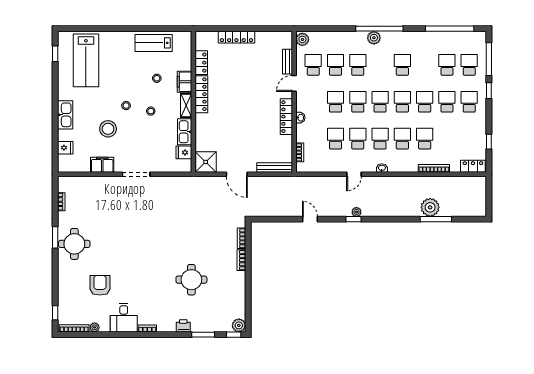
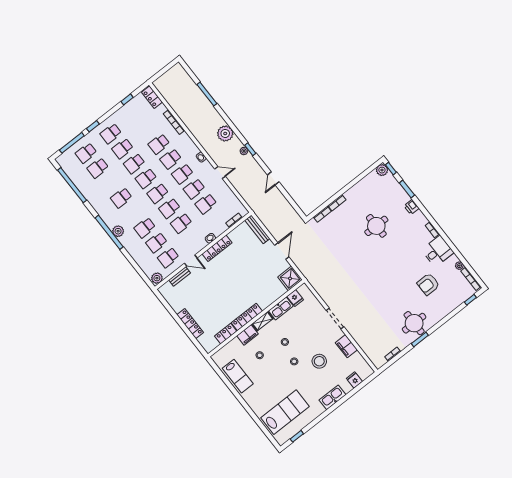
plant: (430, 207) -> (225, 133), moved

